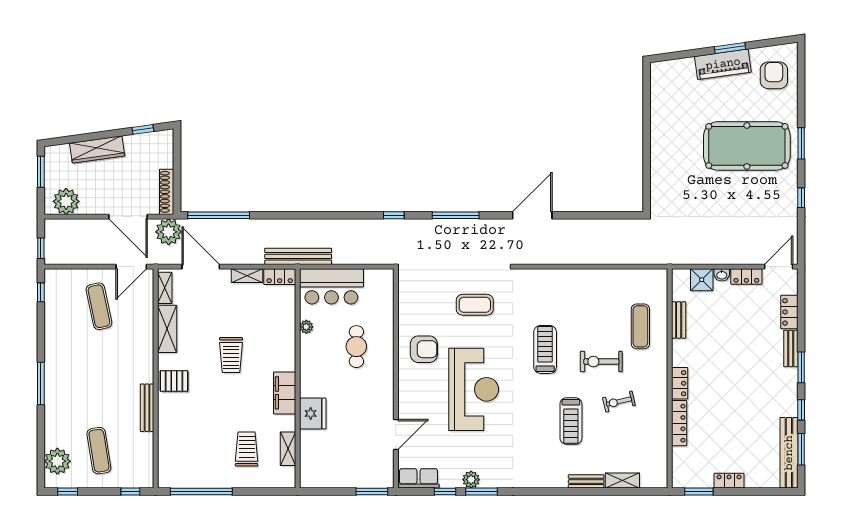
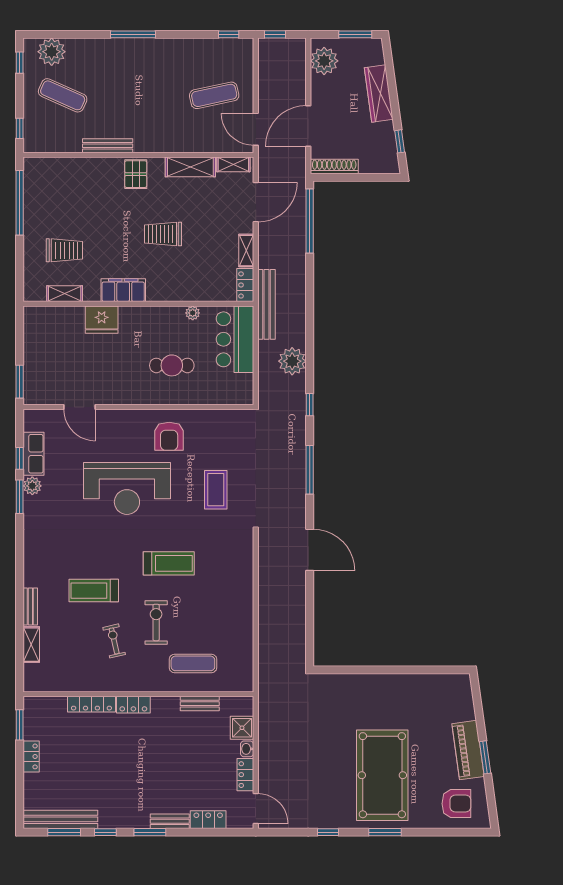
plant: (169, 232) -> (292, 361), moved
exercise mat: (99, 451) -> (63, 95), turned 33
row of seats: (418, 478) -> (33, 454), moved

